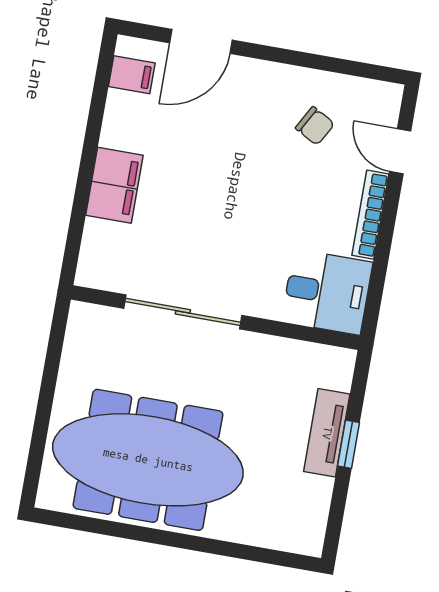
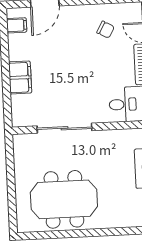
meeting table: (148, 460) -> (64, 199), width x0.73

